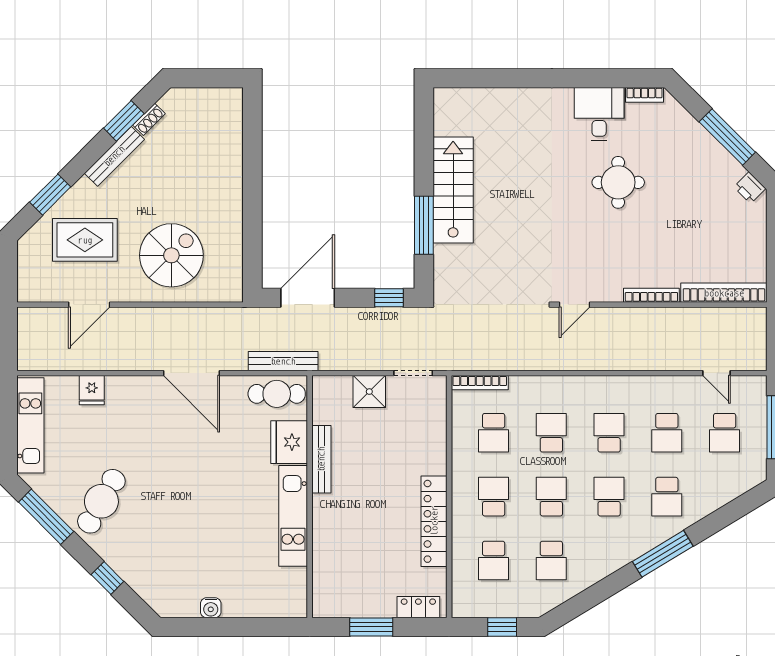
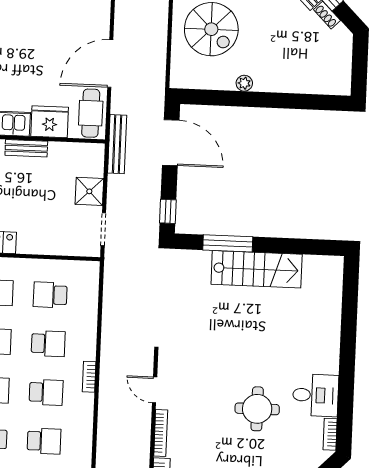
plant: (234, 214) -> (244, 83), added
door: (574, 305) -> (155, 390), moved
bench: (283, 361) -> (117, 144), moved
door: (192, 373) -> (110, 63), moved
bookcase: (480, 383) -> (89, 377), moved, width x0.64
school desk: (667, 433) -> (44, 441), turned 180
bench: (321, 459) -> (26, 148), width x0.73

